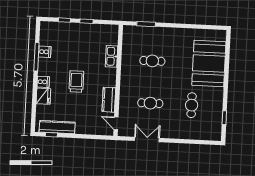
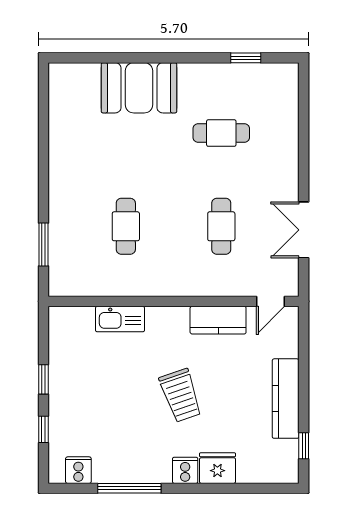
cooker: (45, 52) -> (78, 470), moved
booth: (209, 63) -> (139, 88), width x0.73, depth x0.70
trolley: (76, 81) -> (181, 395), turned -109
kitchen counter: (57, 127) -> (286, 399), moved

